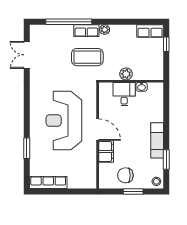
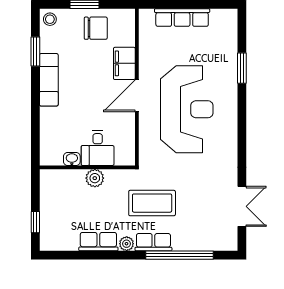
row of seats: (150, 31) -> (98, 242), moved
door: (98, 130) -> (137, 96), hinge flipped
row of seats: (48, 182) -> (182, 18), moved

